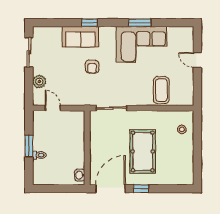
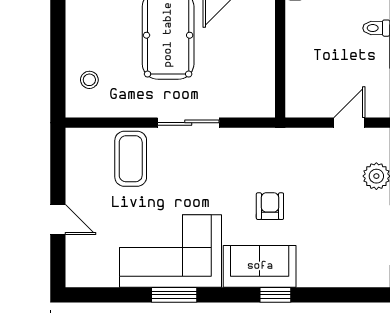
sofa: (80, 37) -> (260, 266), moved
door: (53, 108) -> (349, 123), swing flipped
sliding door: (111, 108) -> (188, 123), moved

